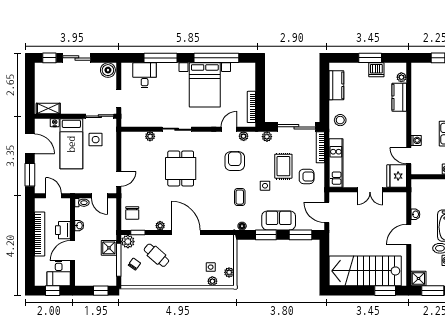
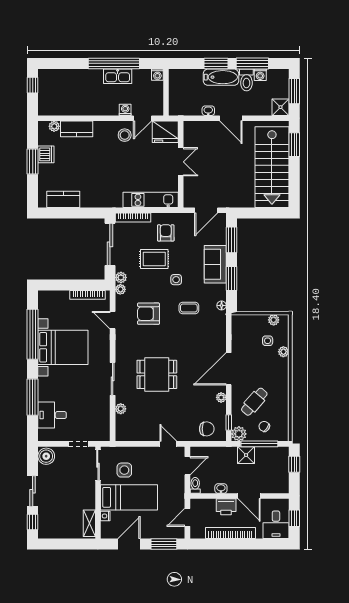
stool: (340, 120) -> (125, 135), moved
plant: (244, 136) -> (120, 289), moved
desk: (59, 274) -> (276, 525), moved, turned 90
plant: (212, 281) -> (283, 352), moved

